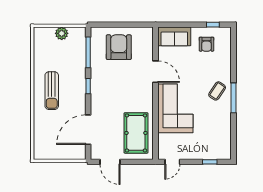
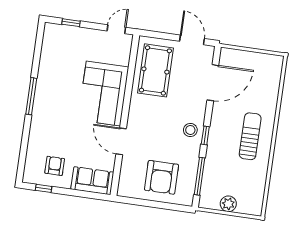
stool: (101, 89) -> (190, 130), added
coffee table: (217, 91) -> (50, 107), removed

